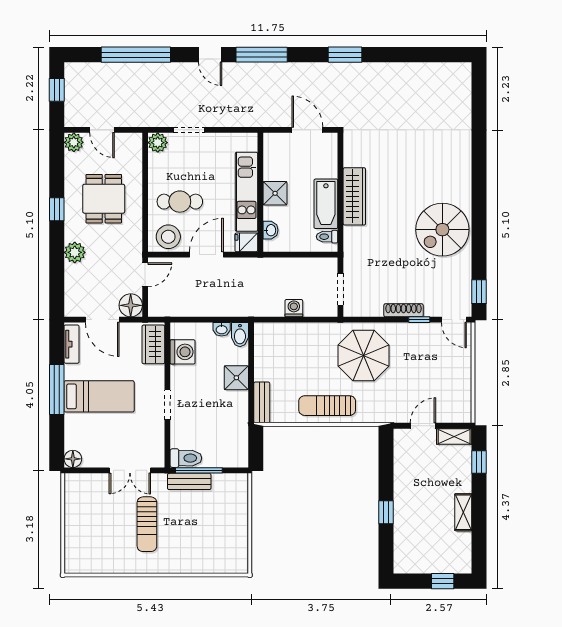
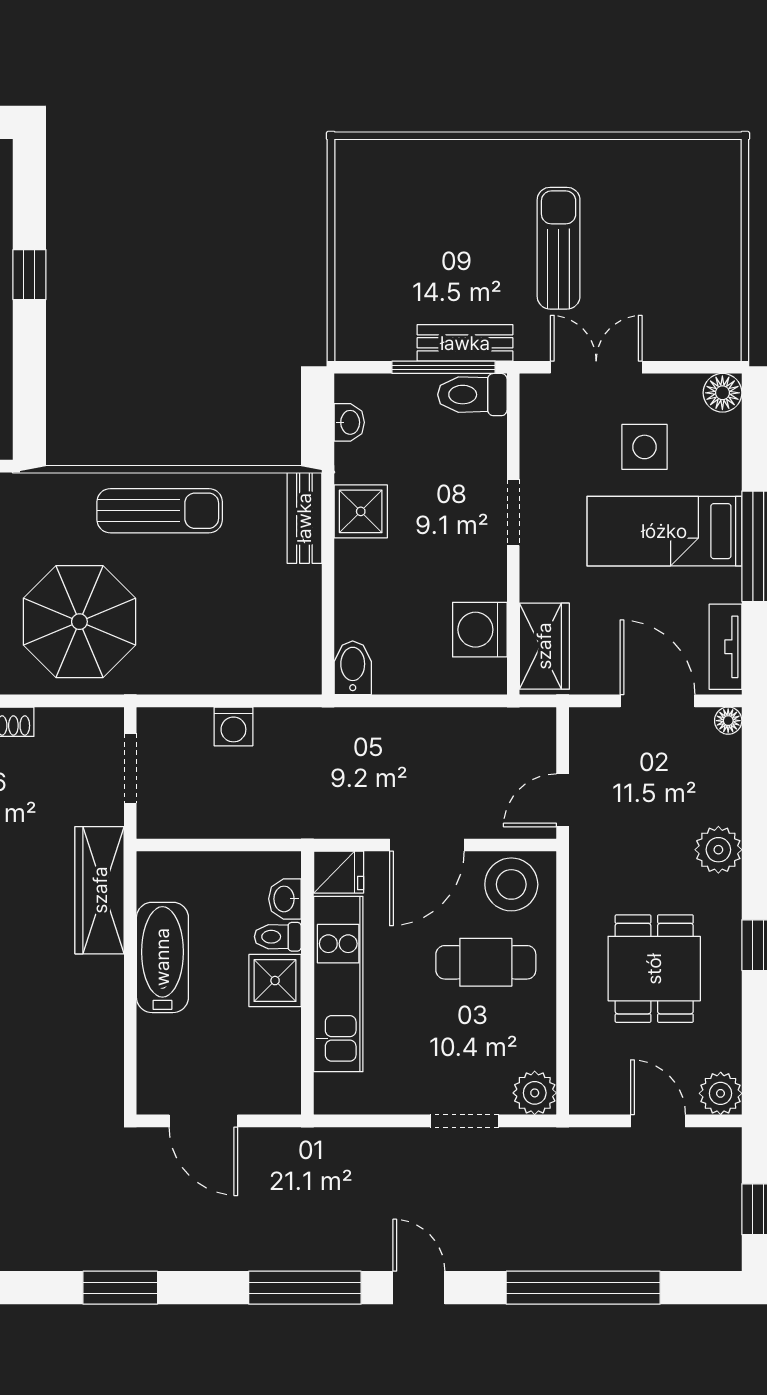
wardrobe: (354, 196) -> (100, 890), moved
toilet: (327, 237) -> (278, 937), moved, turned 180
floor lamp: (131, 305) -> (728, 721), moved, width x0.53, depth x0.53
washbasin: (222, 329) -> (349, 422), moved, turned 90
shower: (236, 378) -> (361, 511), moved
side table: (108, 434) -> (645, 447), added

